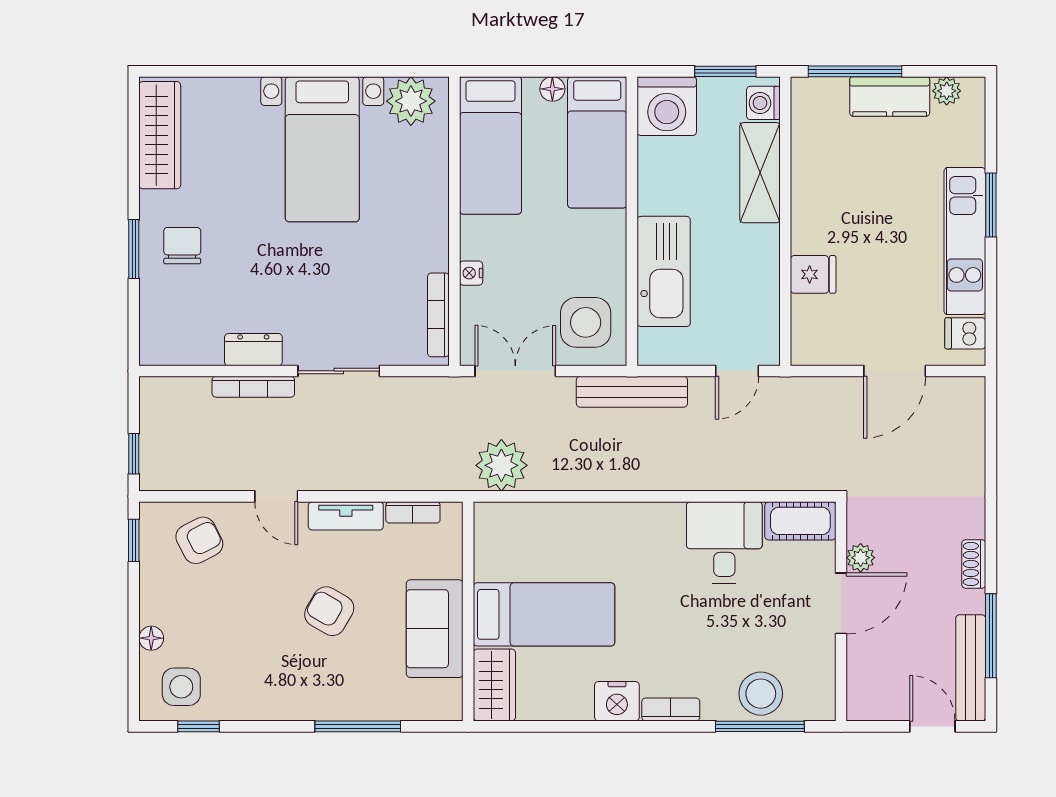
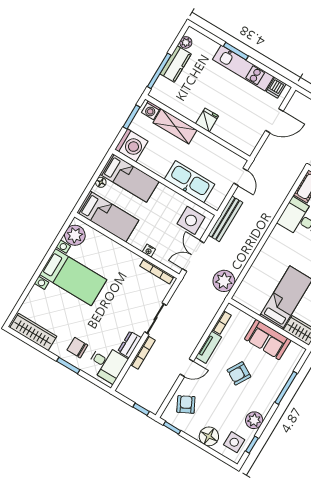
fridge: (813, 274) -> (207, 120), moved
desk: (186, 327) -> (107, 364), added
door: (895, 371) -> (274, 121), hinge flipped
floor lamp: (151, 638) -> (209, 436), width x1.89, depth x1.89
plant: (251, 701) -> (254, 420), added

